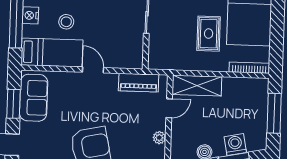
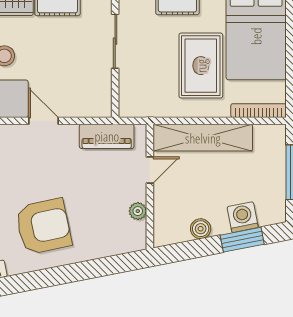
rug: (209, 34) -> (201, 66), width x1.36, depth x1.43
shelving: (197, 86) -> (203, 138), width x1.47

